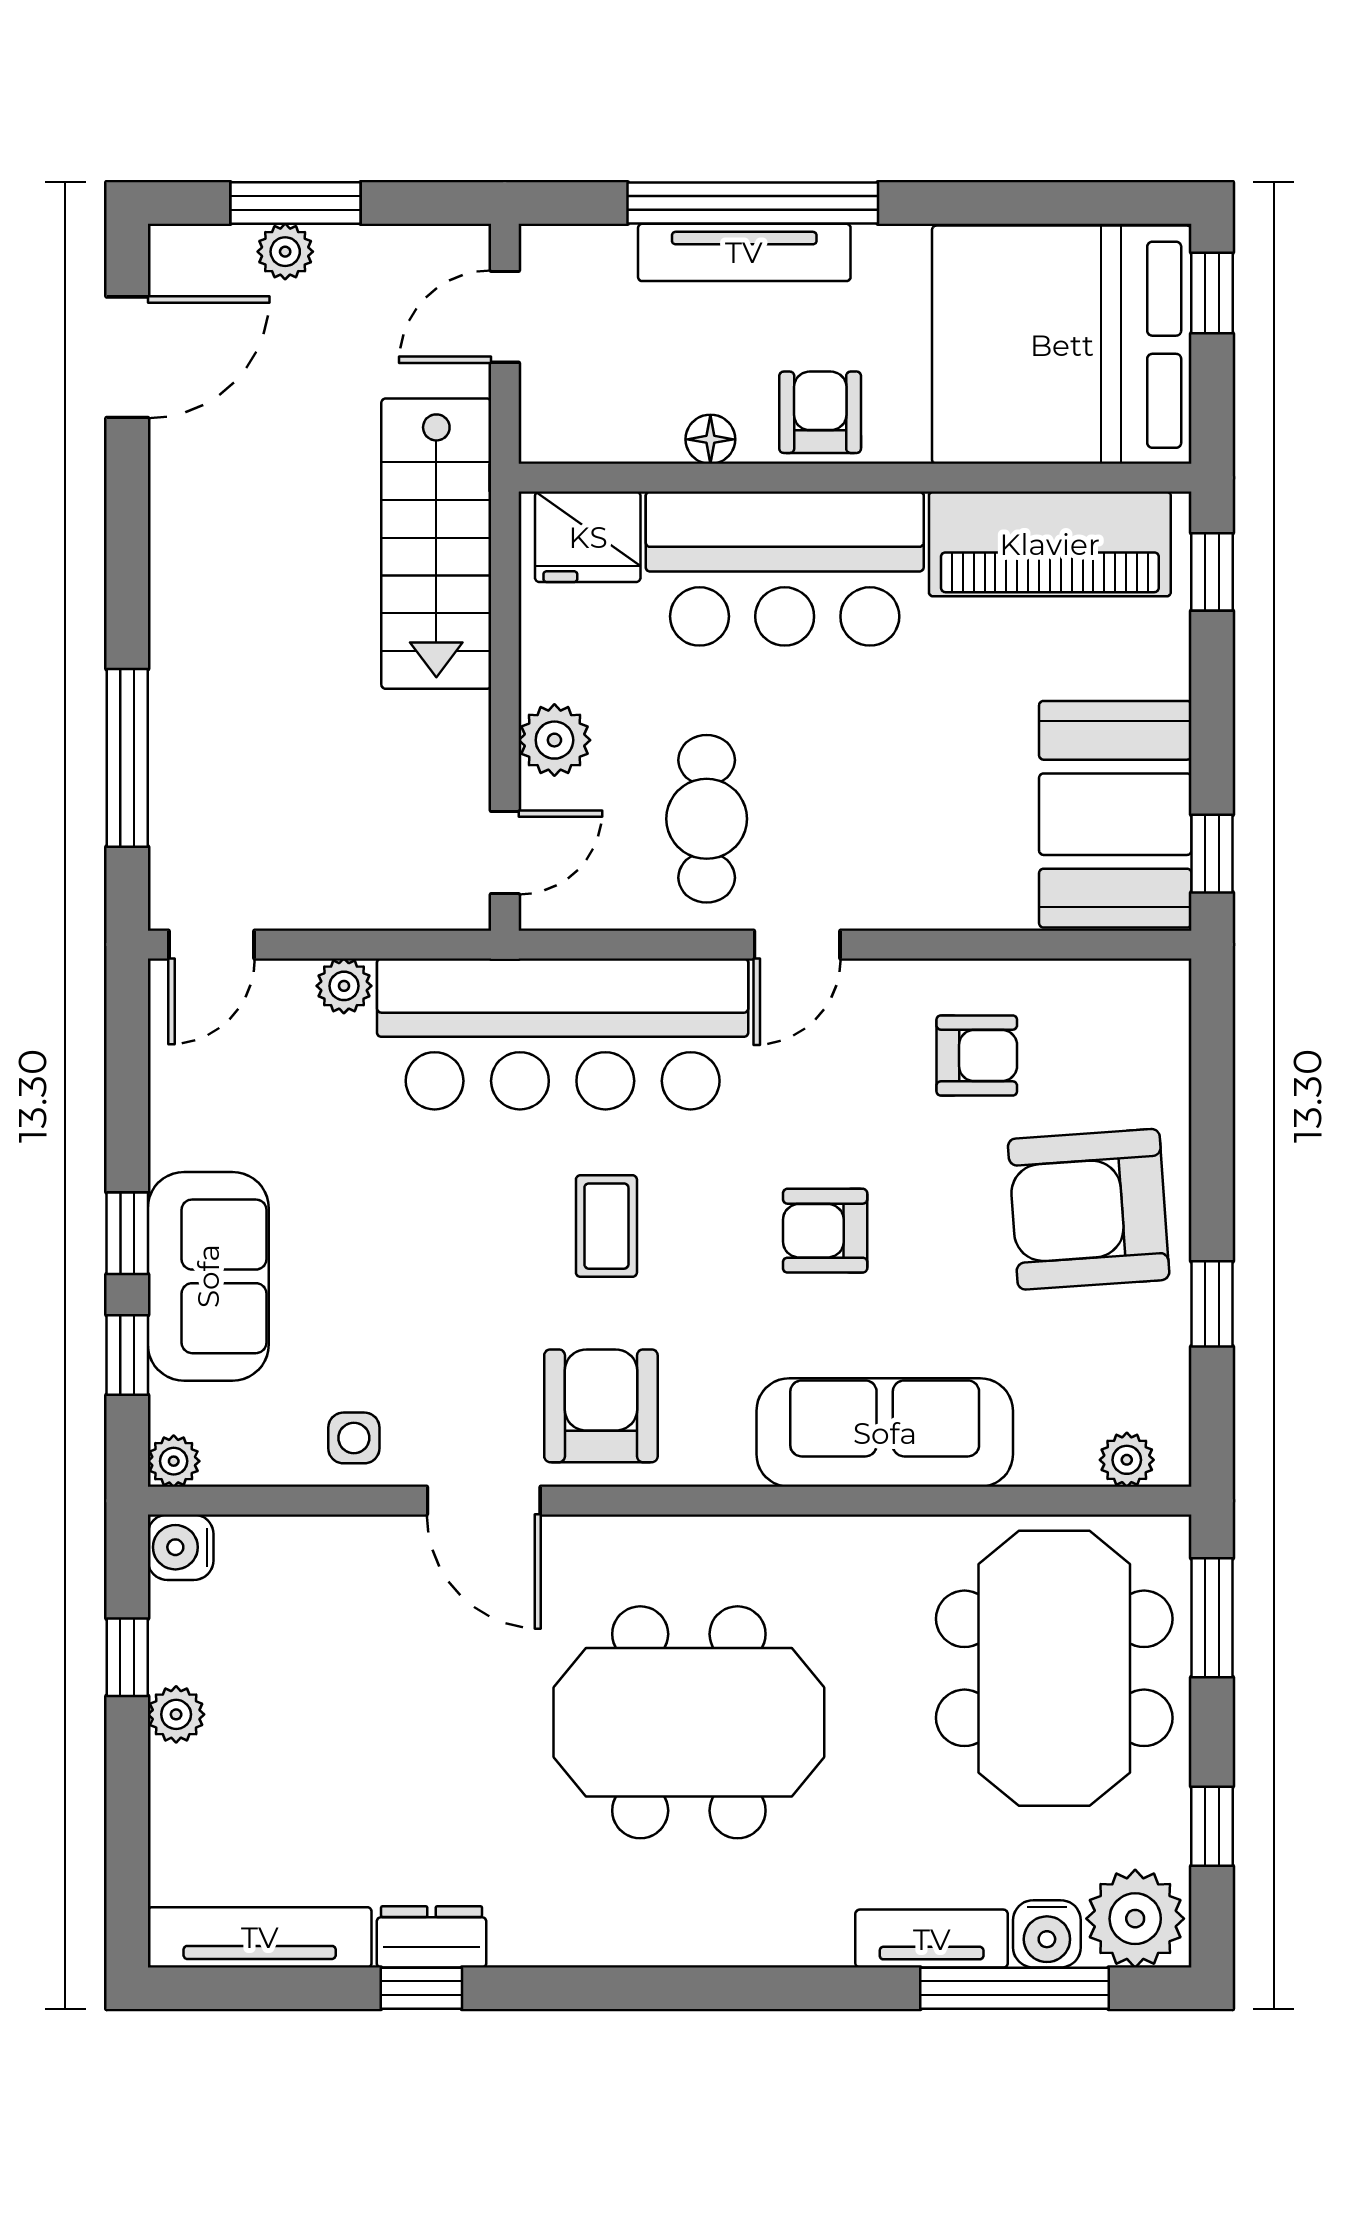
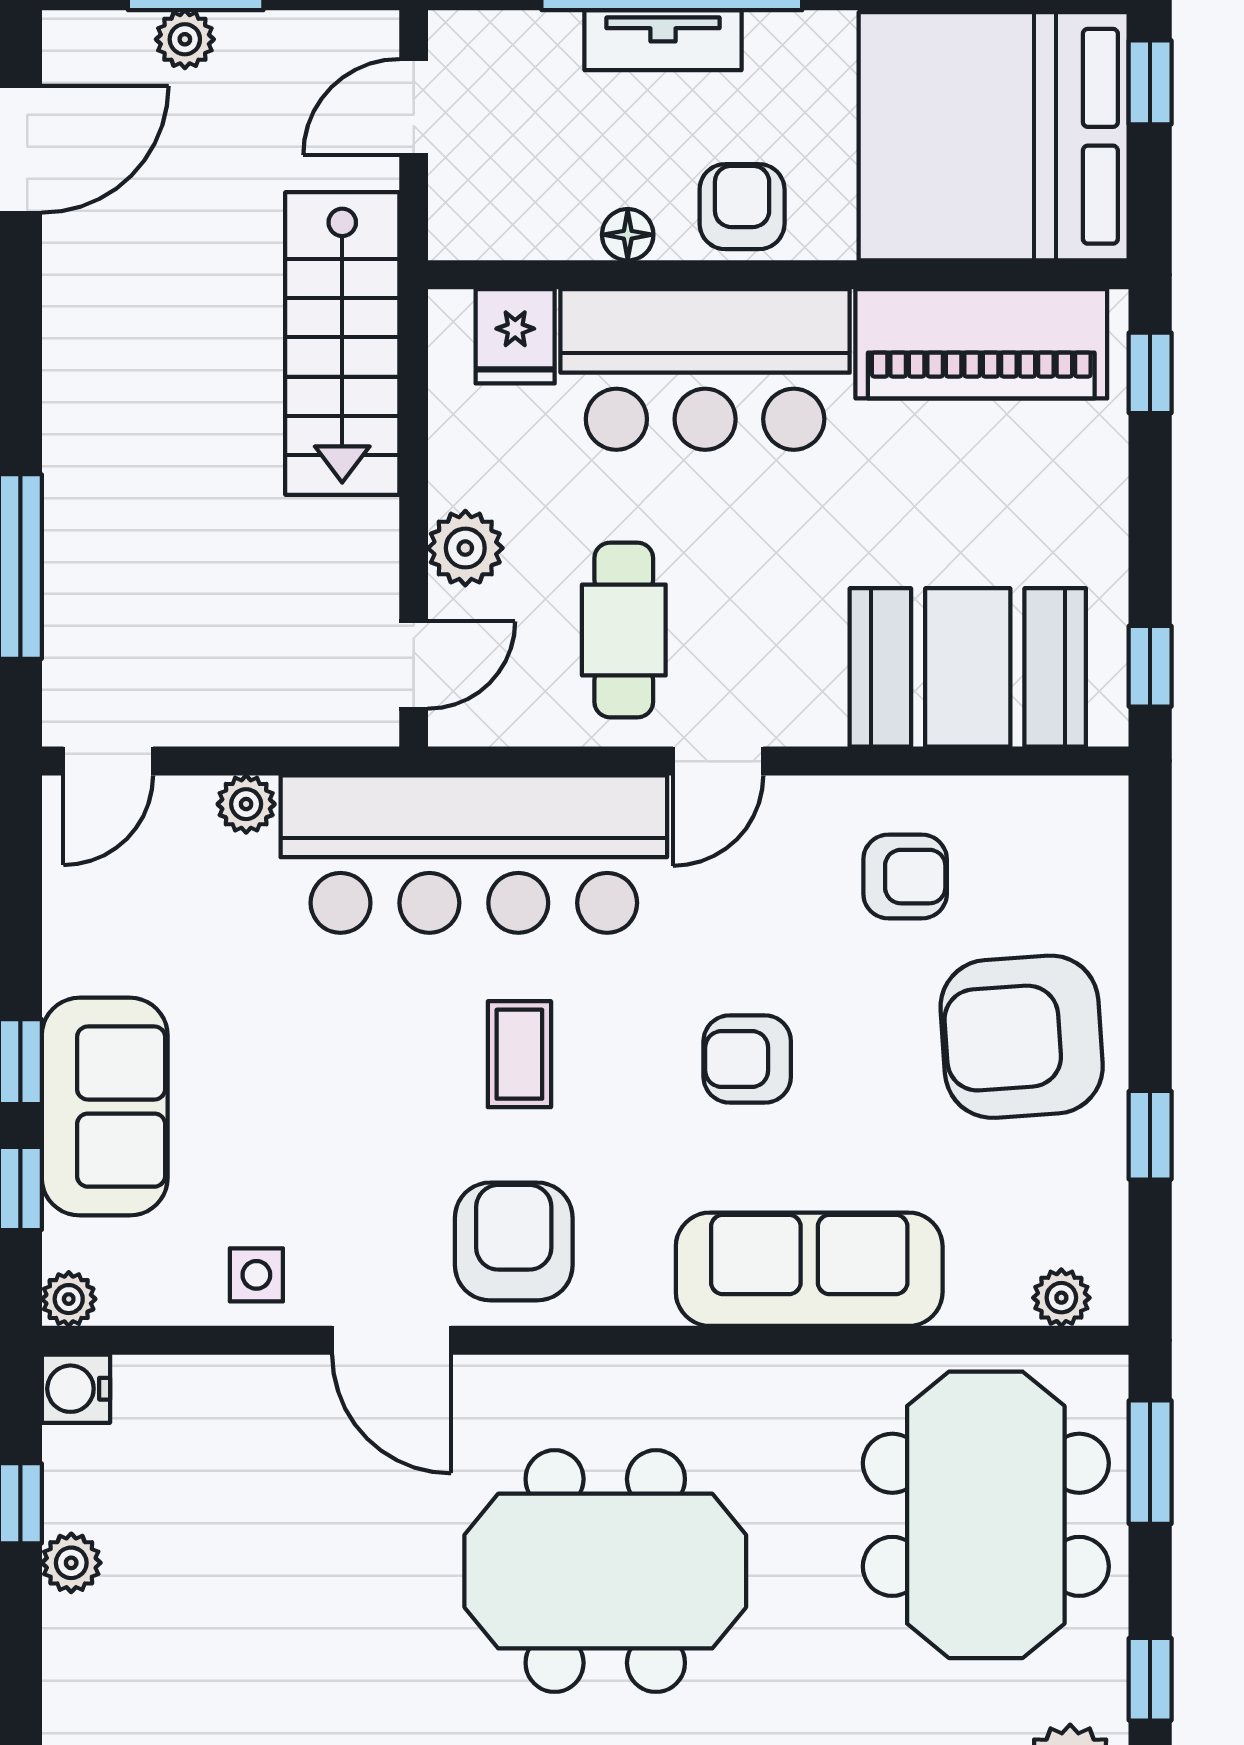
tv unit: (744, 252) -> (663, 40), width x0.71
fridge: (588, 537) -> (515, 336), width x0.72
booth: (1115, 814) -> (968, 667), moved, turned 90

